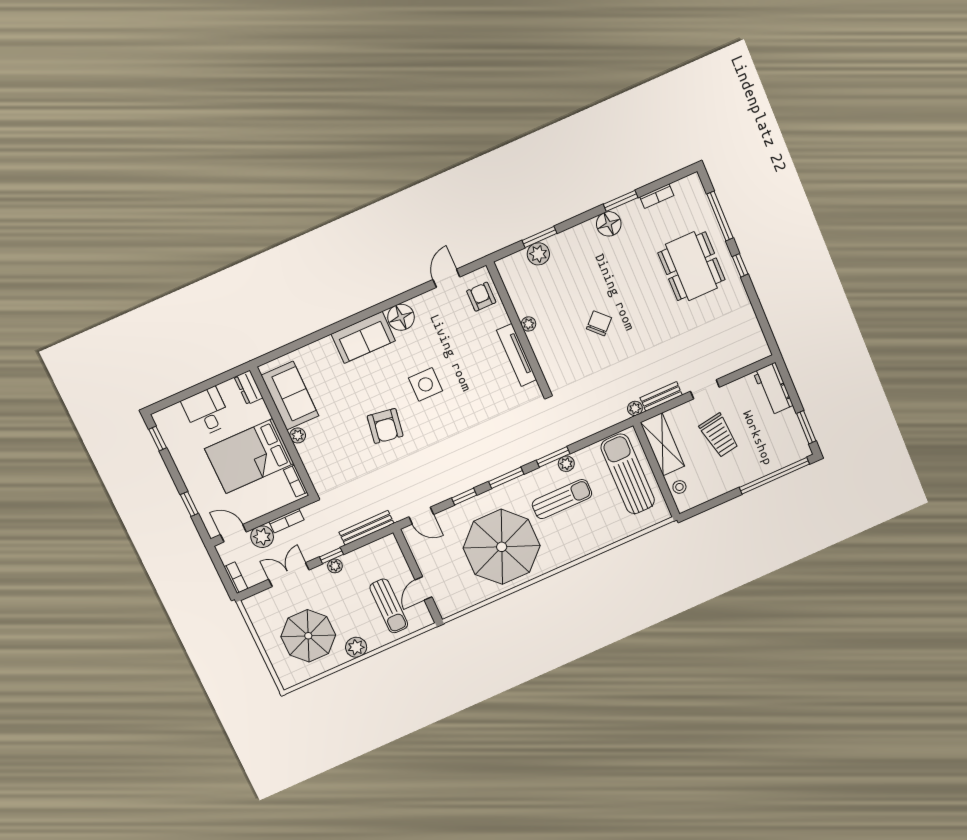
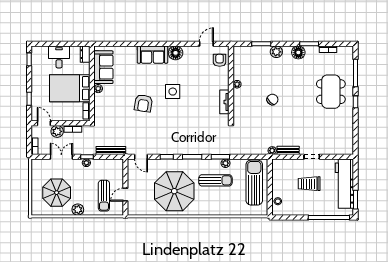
plant: (538, 254) -> (276, 52), moved
tv unit: (517, 355) -> (224, 102), width x0.71
workbench: (773, 389) -> (344, 184), width x1.88, depth x1.32
trolley: (719, 435) -> (309, 184), turned 99
shelving: (663, 444) -> (278, 175), removed

